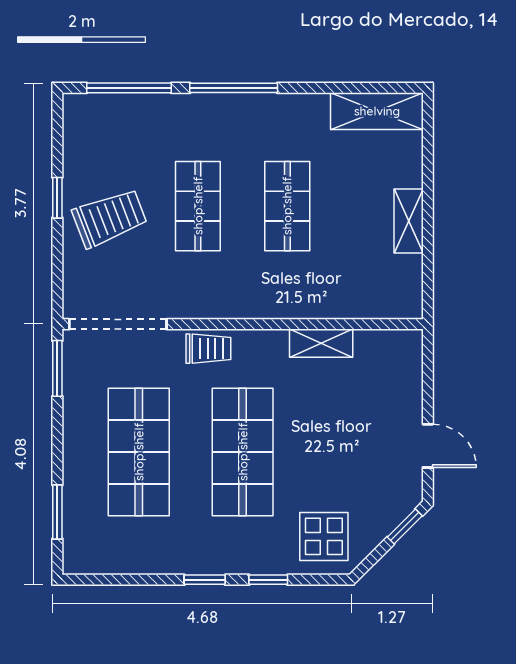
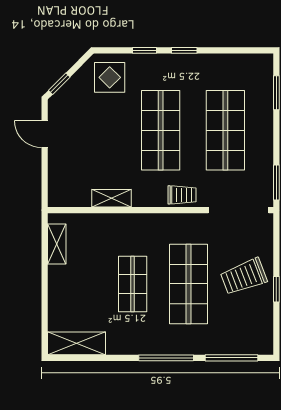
shop shelf: (198, 206) -> (189, 284), width x1.43, depth x1.36
shelving: (409, 221) -> (57, 244), moved
trolley: (208, 349) -> (182, 195), turned 180

